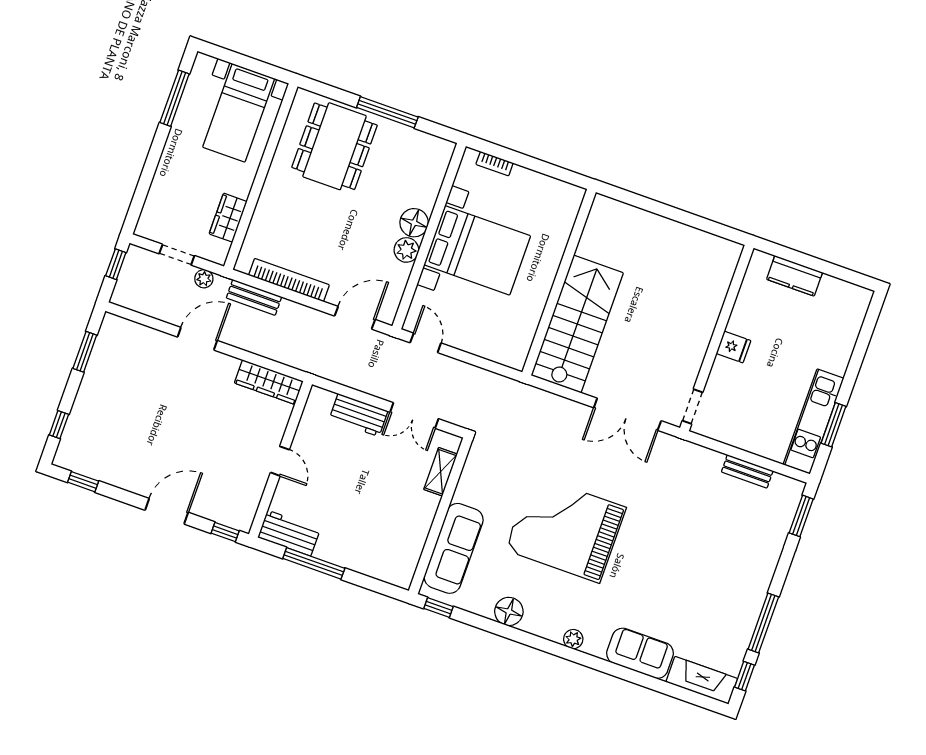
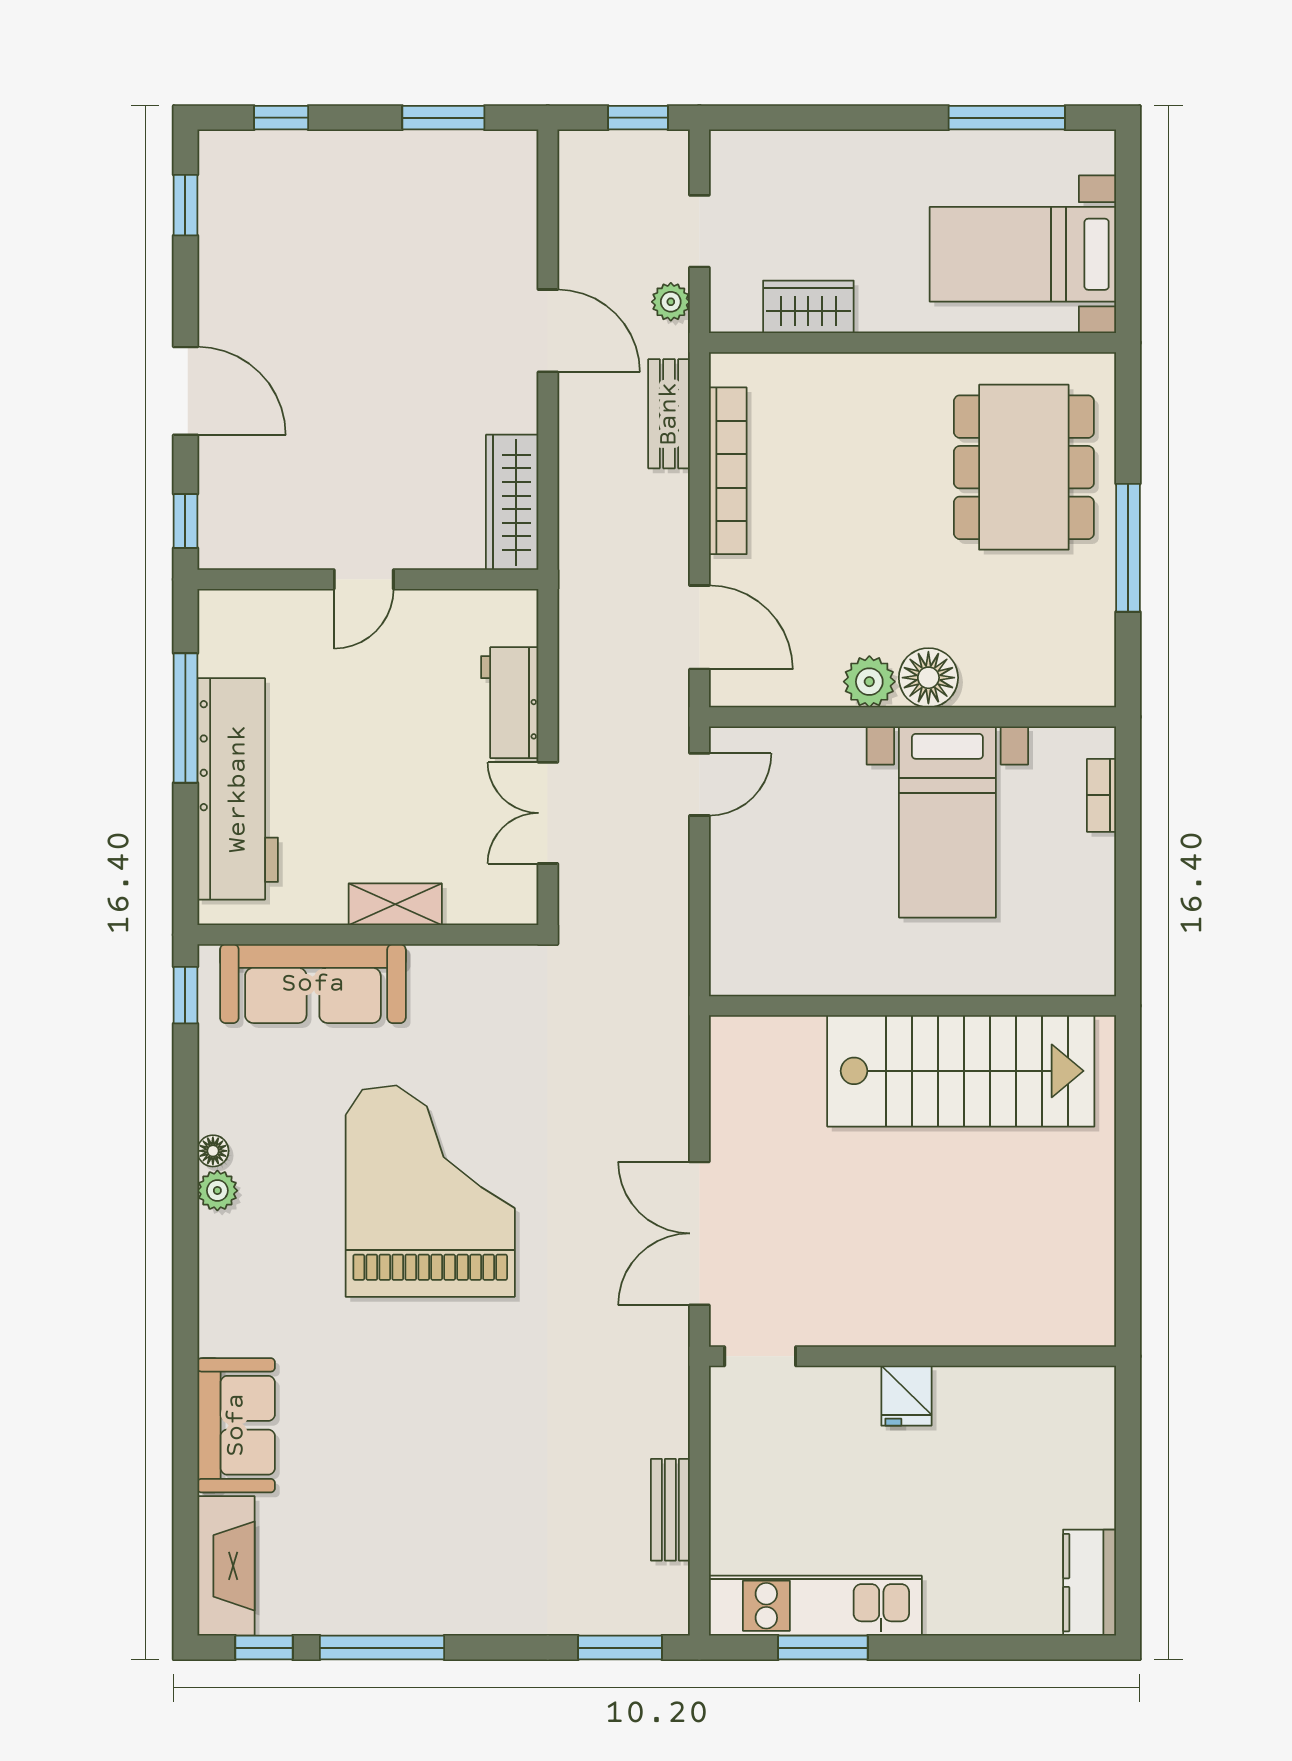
dining table: (335, 146) -> (1024, 467), turned 90
bed with nightstands: (477, 250) -> (947, 822), width x0.73
kitchen counter: (795, 276) -> (1090, 1583), moved
stairs: (577, 324) -> (961, 1071), moved
shelving: (441, 472) -> (395, 904), moved
workbench: (289, 533) -> (238, 789), moved, width x1.88, depth x1.32
floor lamp: (509, 611) -> (213, 1151), width x0.53, depth x0.53
plant: (573, 639) -> (217, 1191), moved

